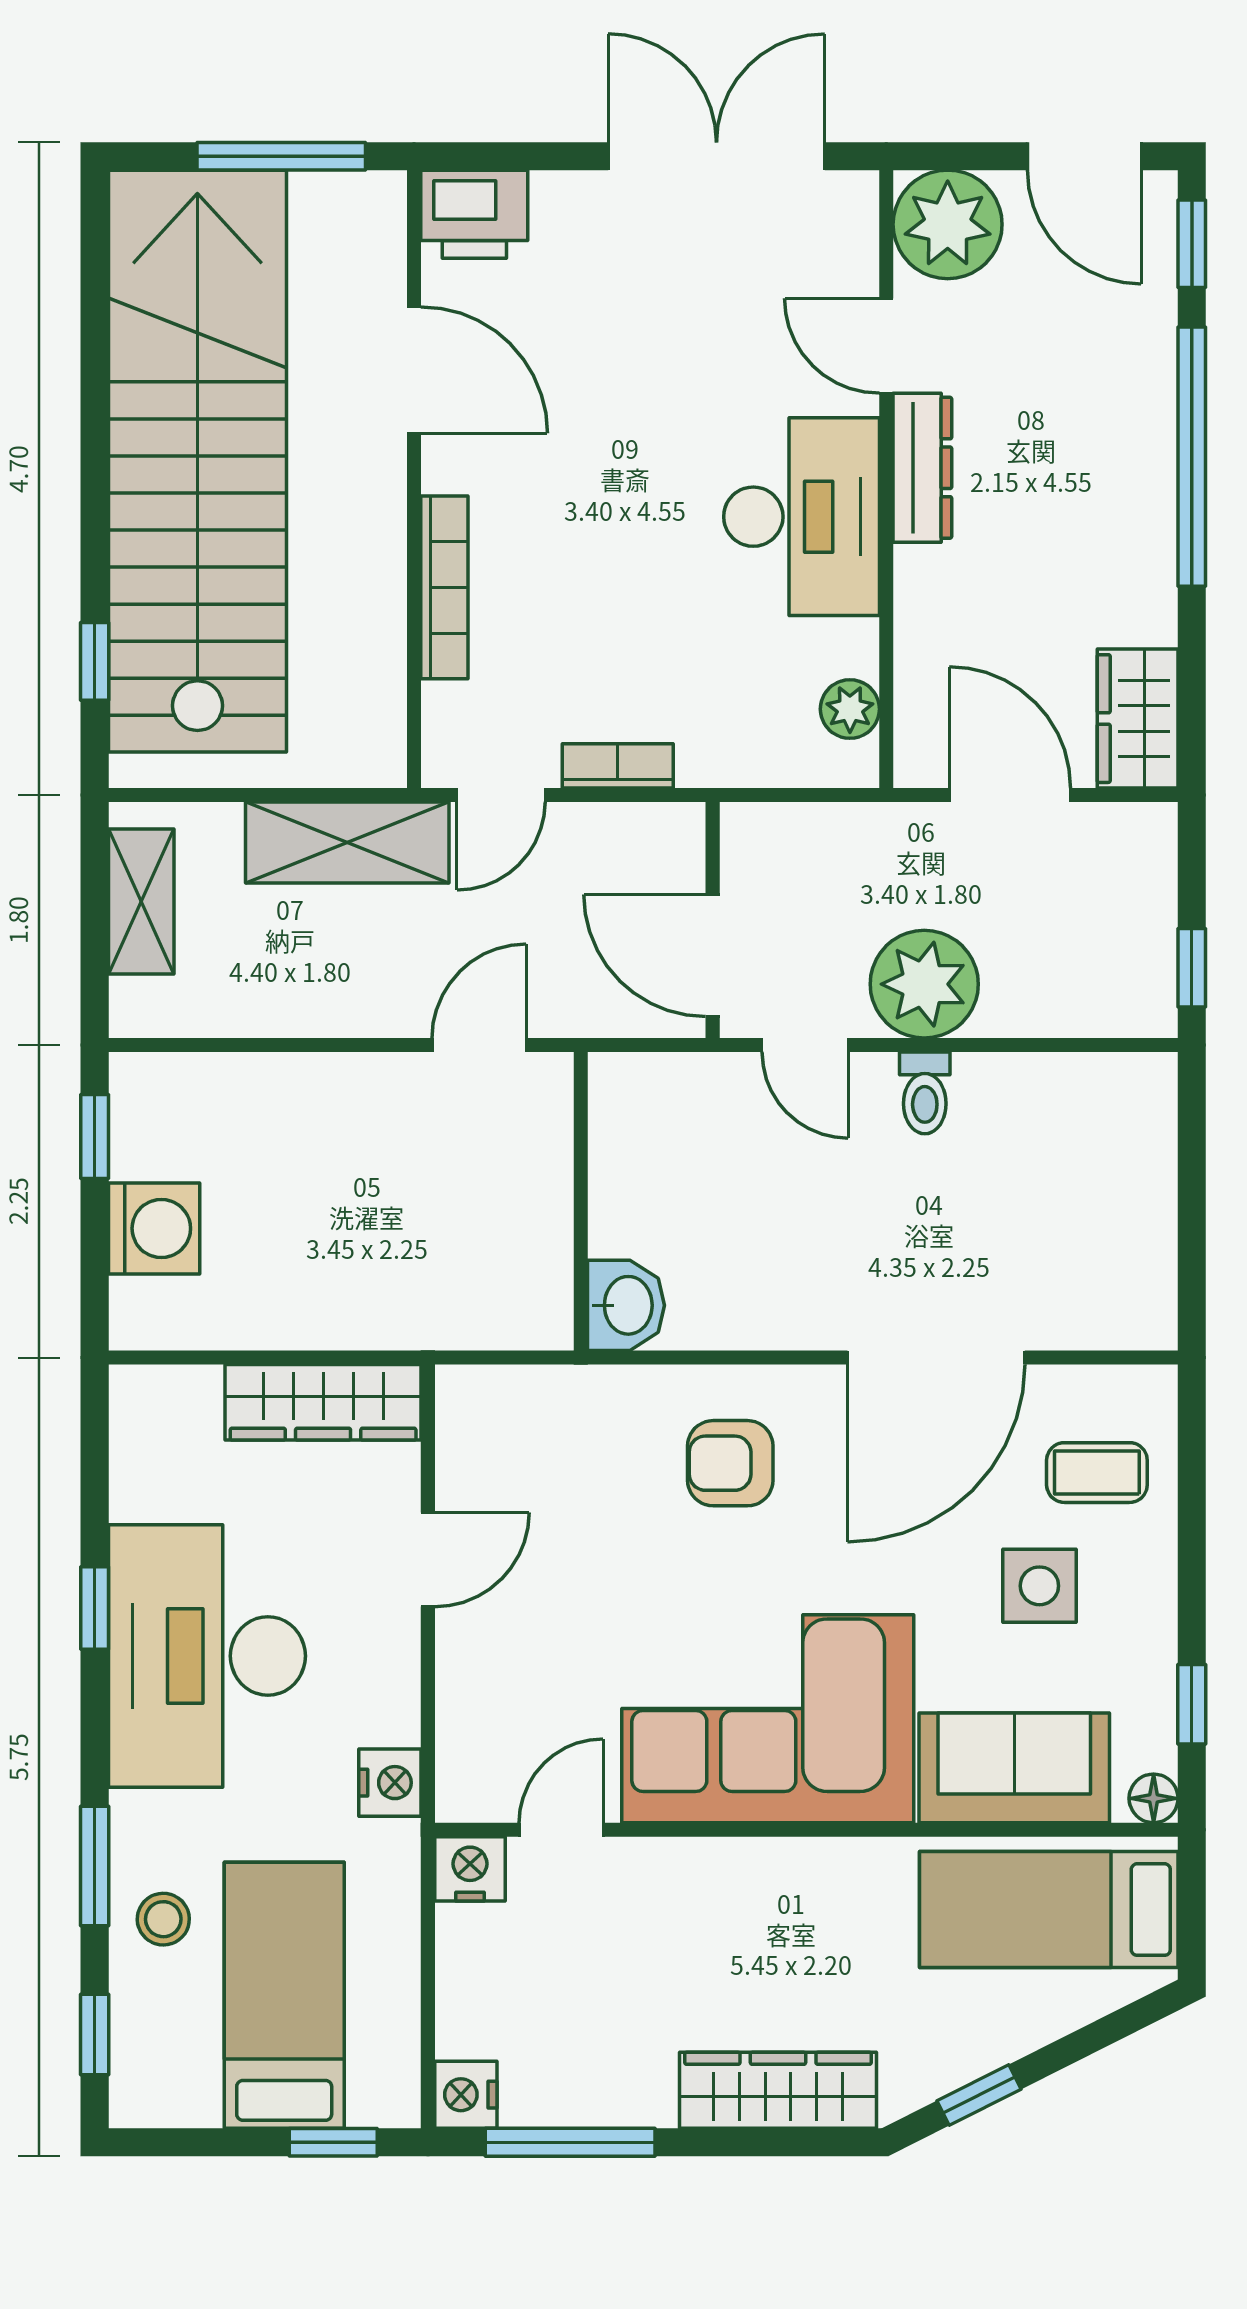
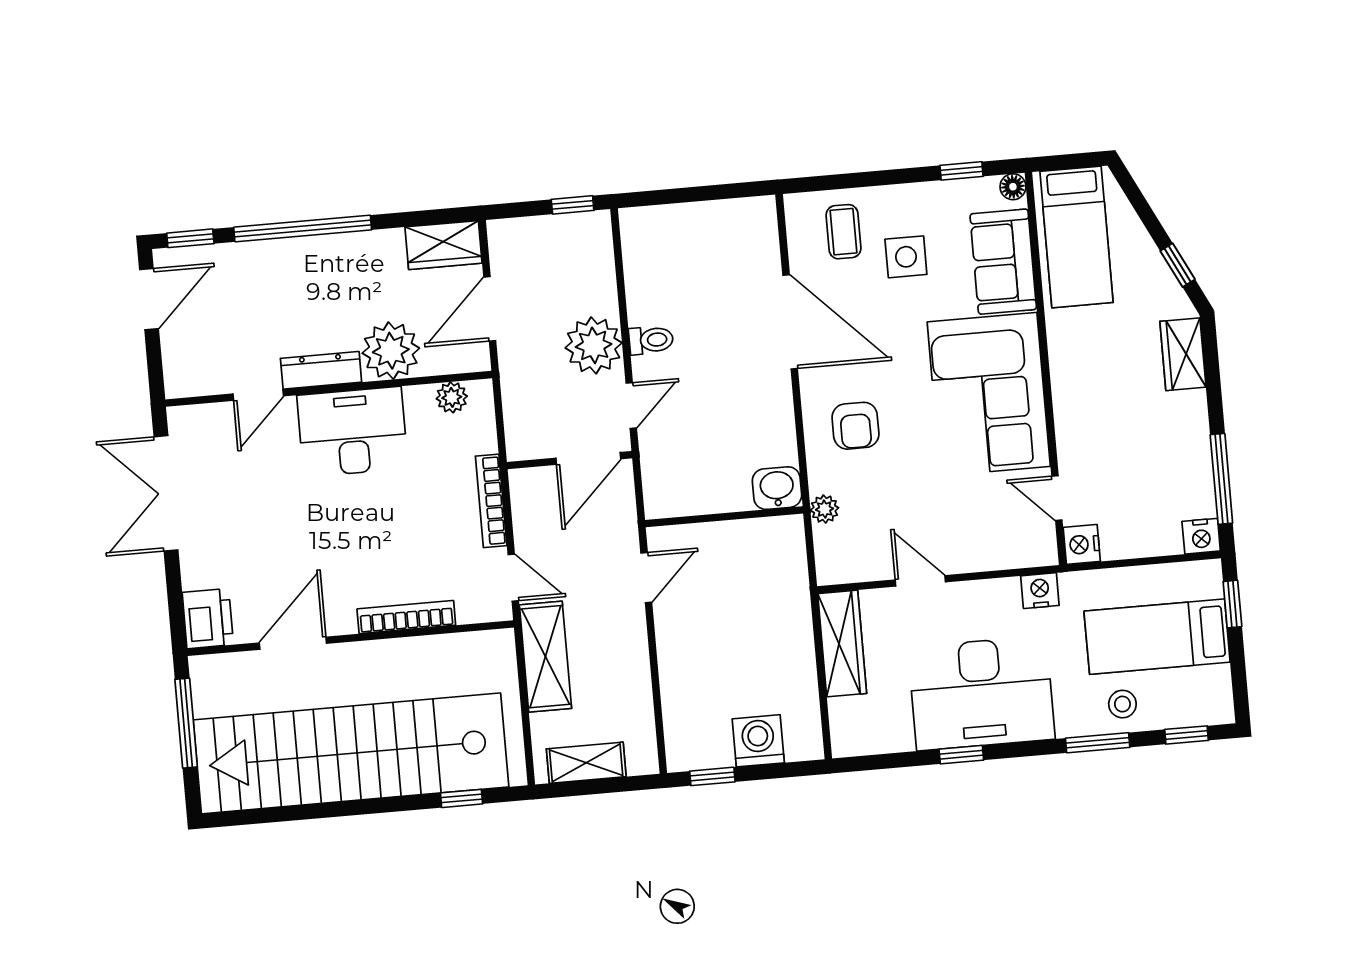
plant: (948, 224) -> (391, 351), moved
bookcase: (618, 766) -> (491, 501), width x1.56
door: (479, 1045) -> (646, 578), swing flipped
plant: (579, 1391) -> (825, 509), added
wardrobe: (778, 2090) -> (1183, 354), width x0.67

